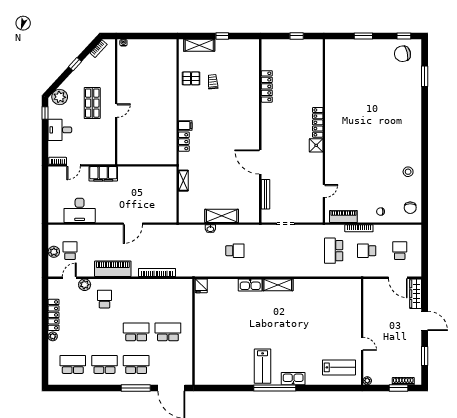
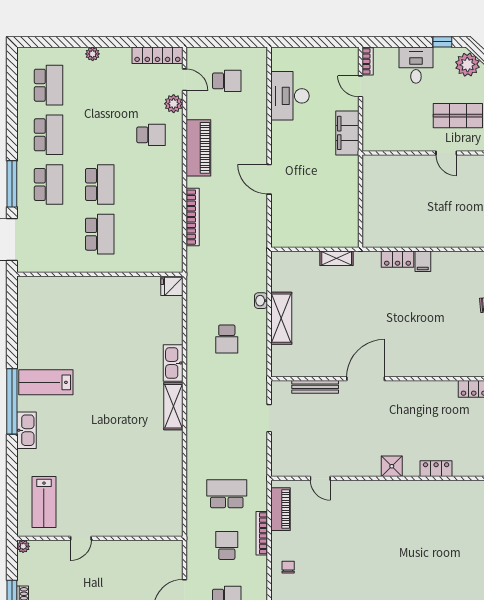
locker: (318, 122) -> (436, 469), width x0.66
plant: (54, 252) -> (225, 56), removed
locker: (54, 315) -> (157, 55), moved

